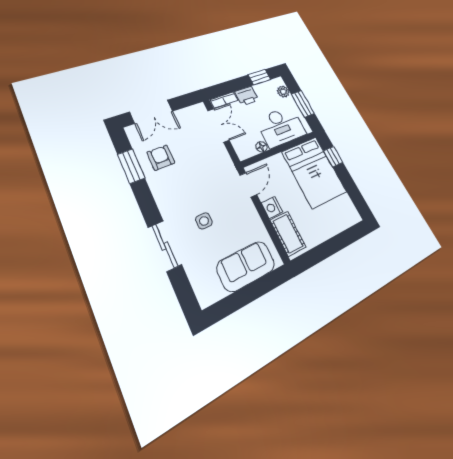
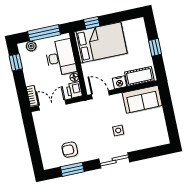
printer: (247, 96) -> (74, 90), moved, turned 180
window: (303, 104) -> (44, 33), width x1.44
double door: (151, 112) -> (34, 150), removed
sliding door: (165, 246) -> (114, 160), moved
window: (332, 246) -> (155, 47), added
sofa: (246, 266) -> (142, 99), moved, turned -90

